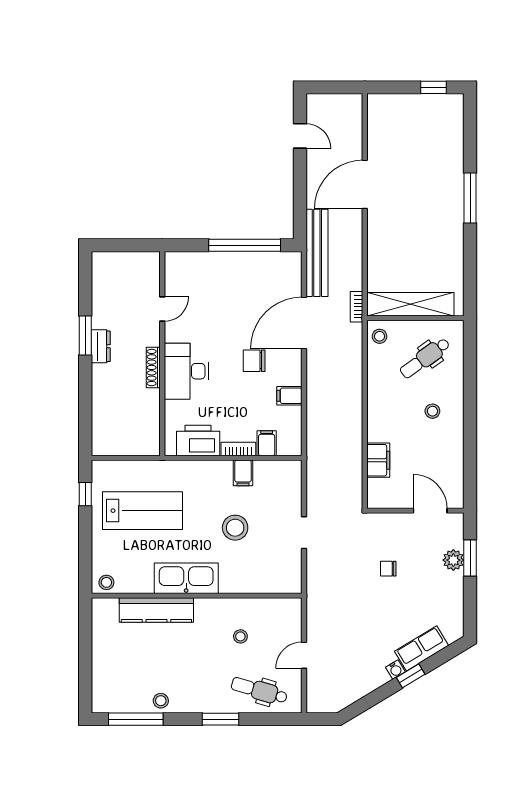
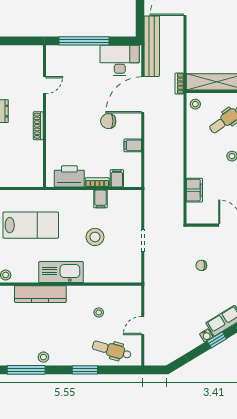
window: (245, 245) -> (84, 41), moved
desk: (186, 371) -> (120, 60), moved, turned 90

